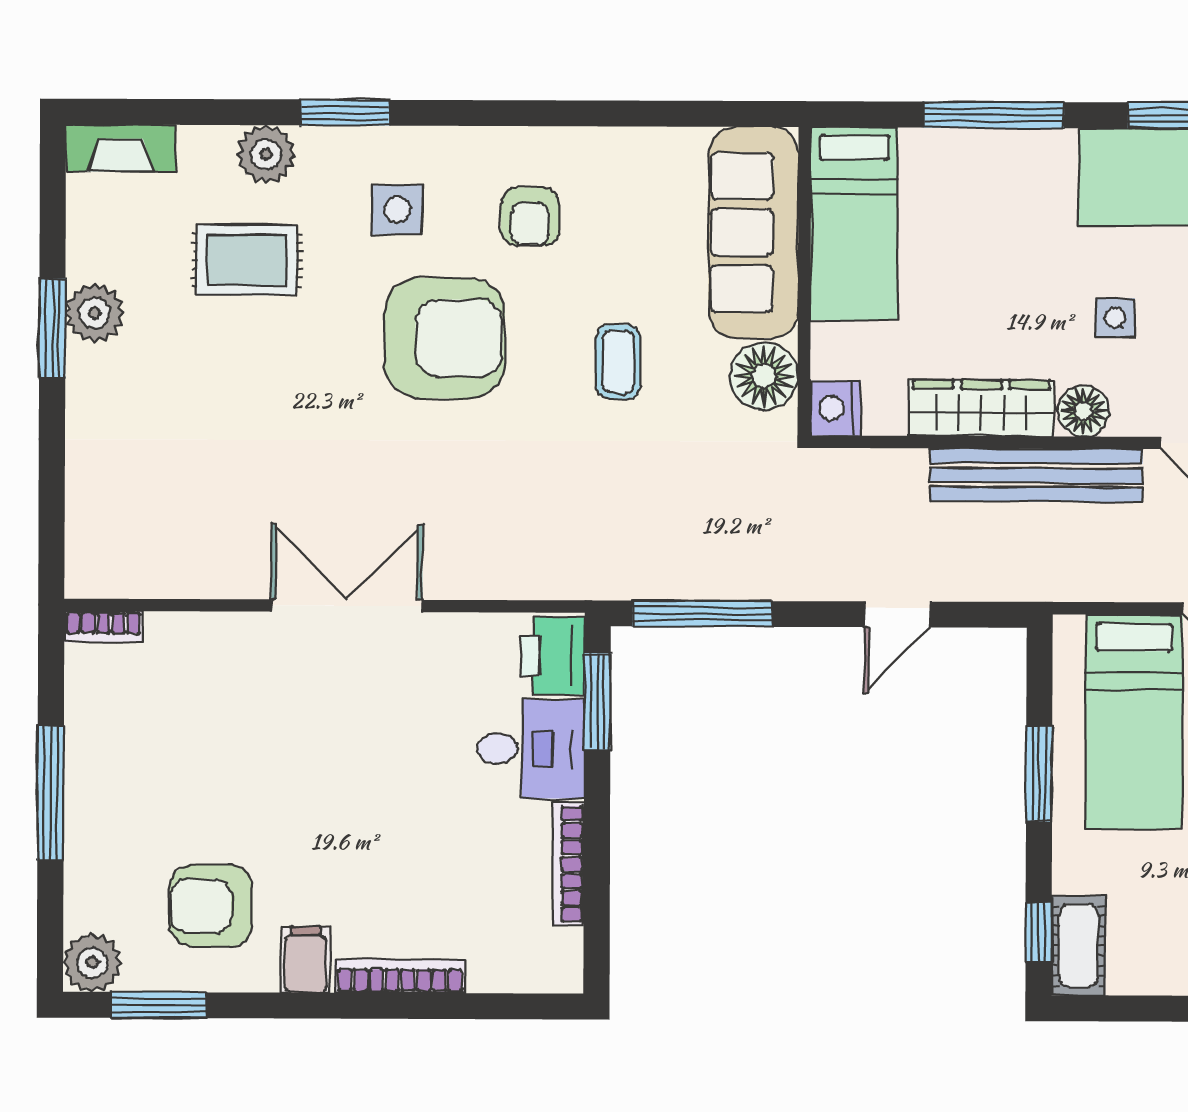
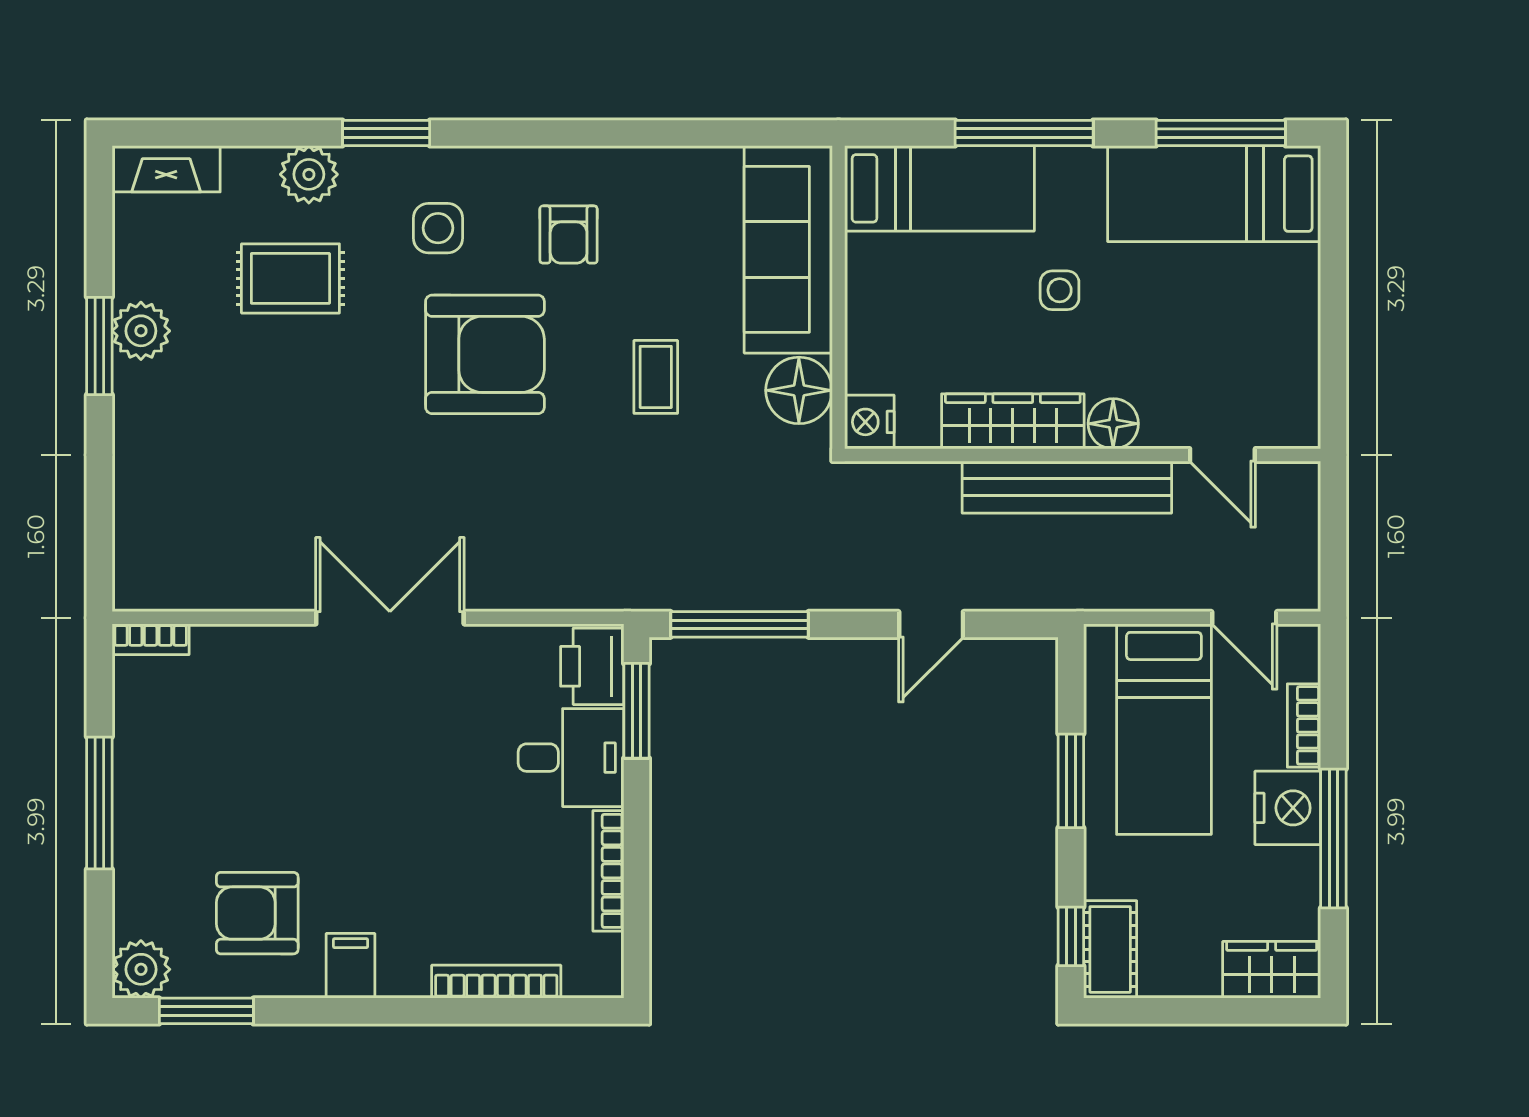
bed: (854, 224) -> (939, 188), moved, turned -90
side table: (1115, 318) -> (1060, 290), moved
bookcase: (400, 976) -> (496, 982), moved

